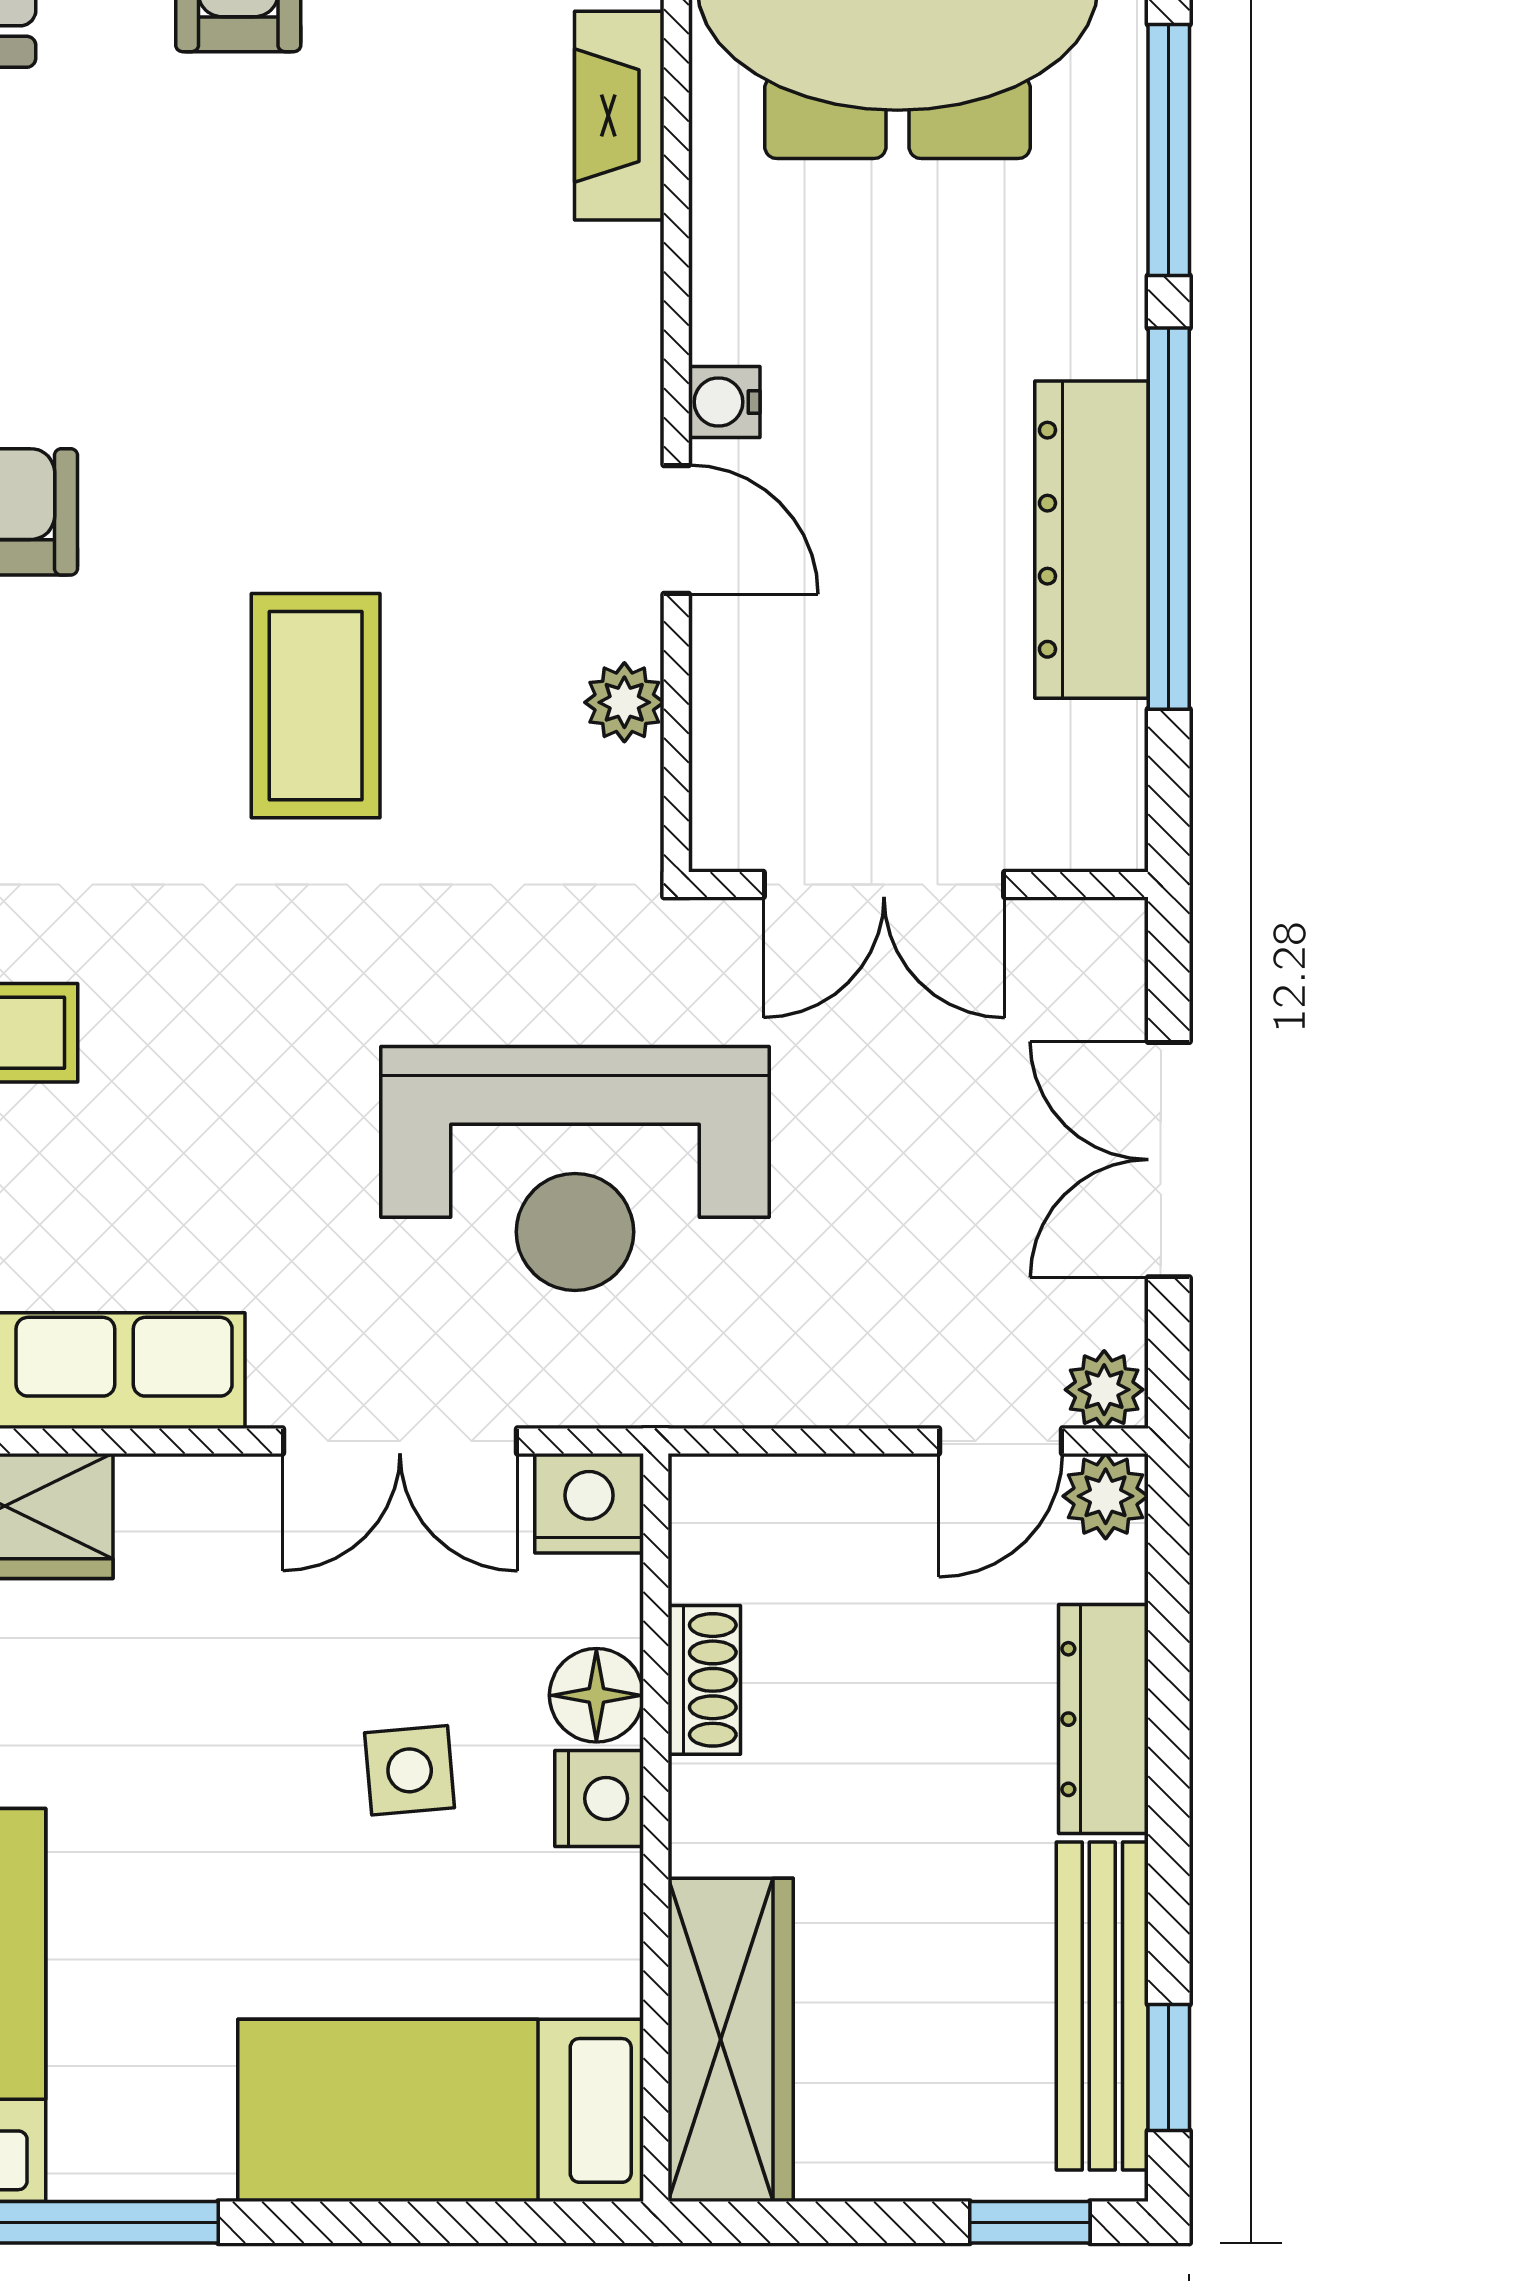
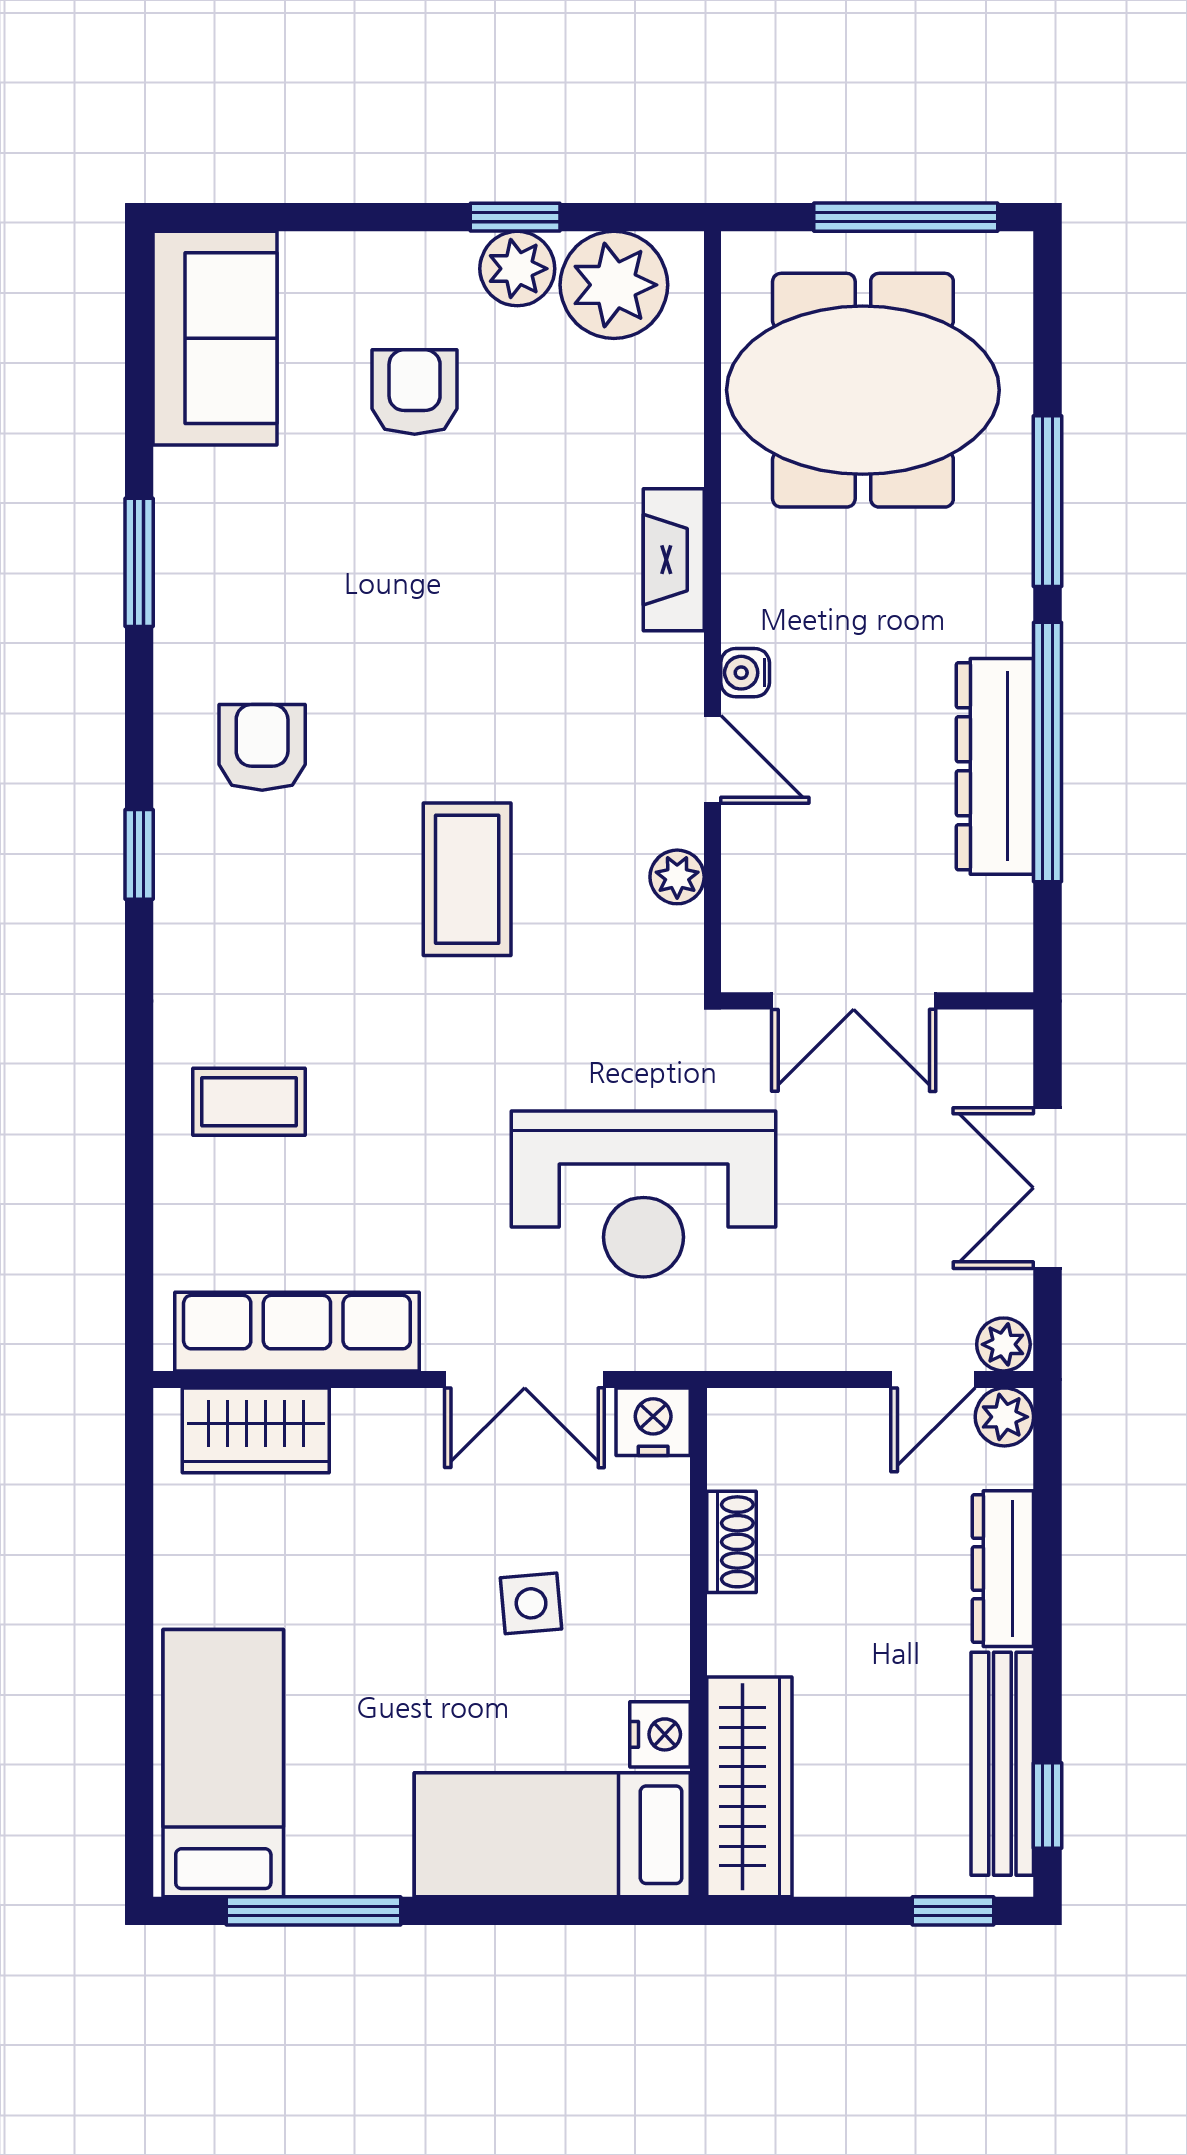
fireplace: (619, 116) -> (674, 560), moved
floor lamp: (596, 1695) -> (658, 1552), removed
nightstand: (599, 1799) -> (660, 1734), moved

